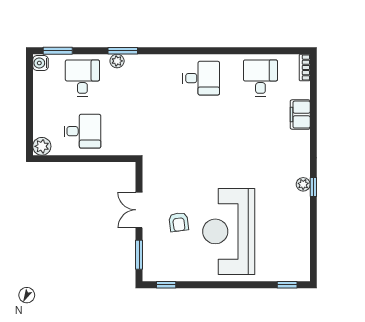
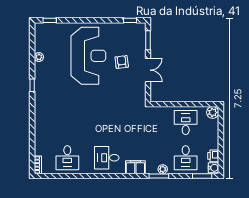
printer: (41, 81) -> (213, 156), added
filing cabinet: (300, 115) -> (135, 167), moved, turned -90
desk: (82, 131) -> (186, 122), turned 90
plant: (303, 184) -> (39, 57), moved

